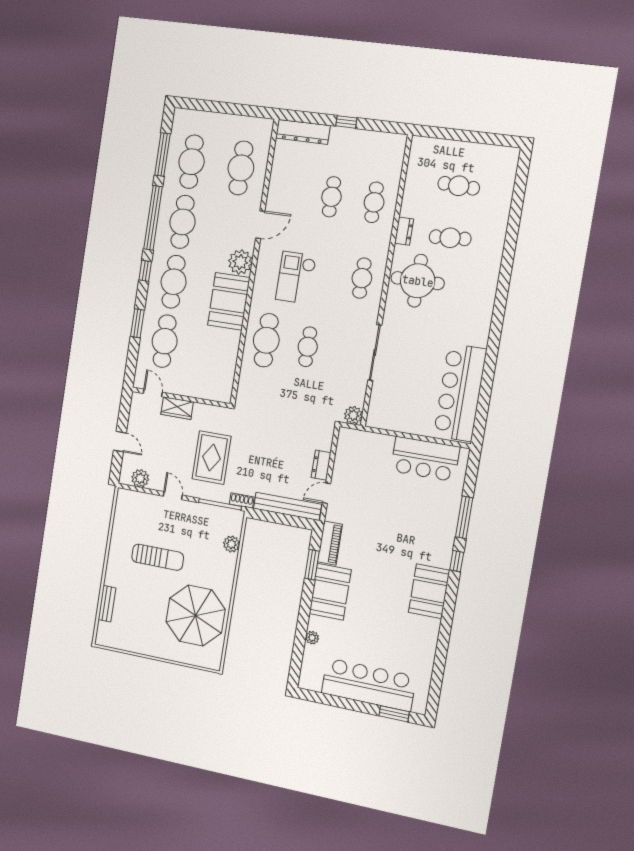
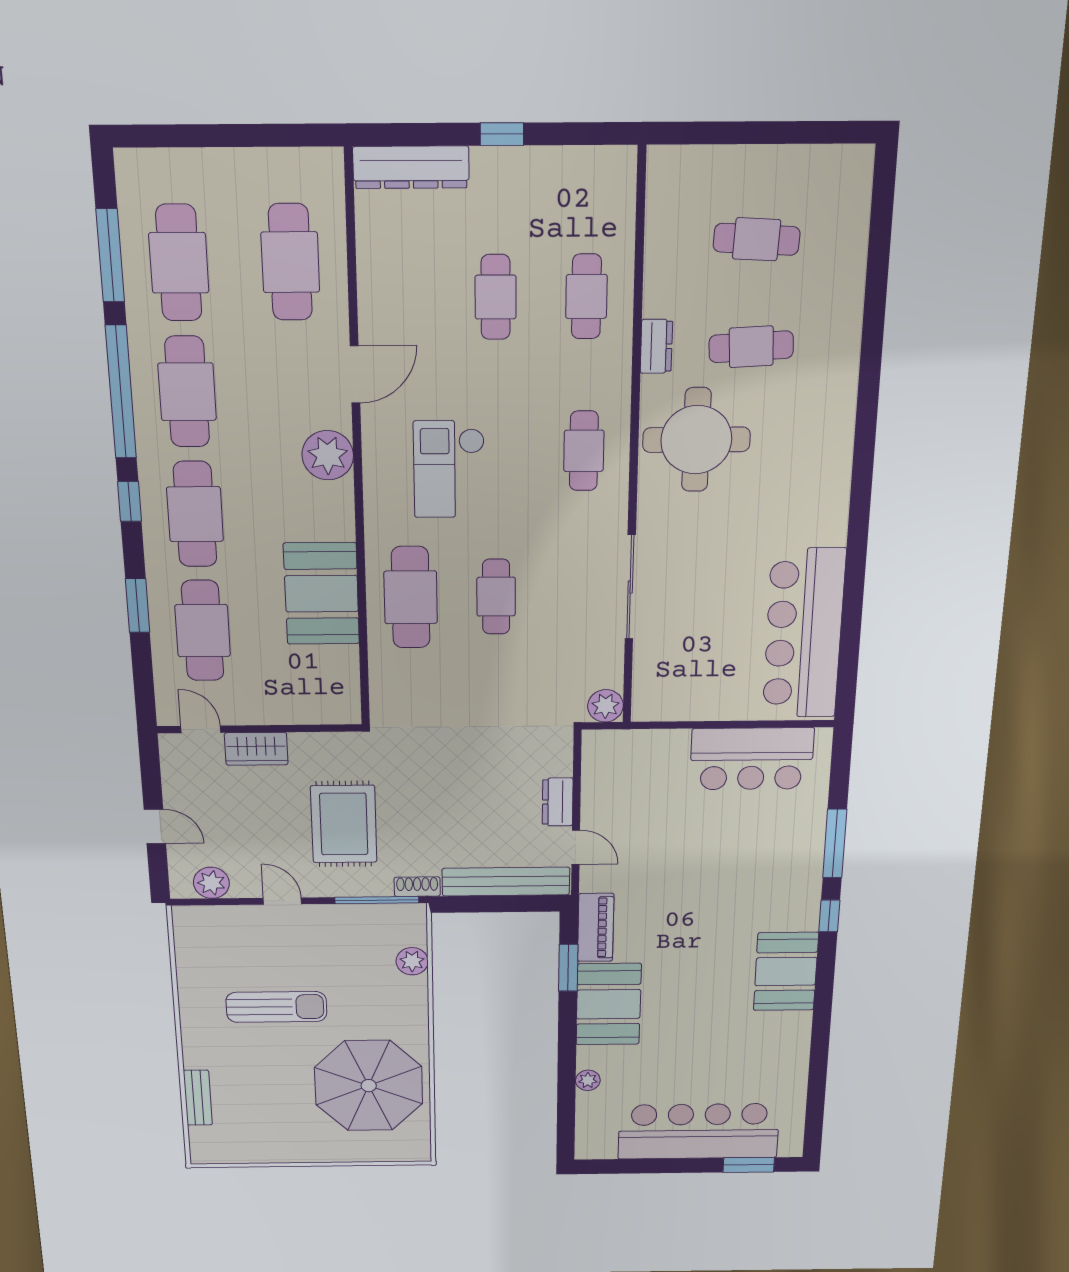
booth: (229, 301) -> (322, 594), moved
door: (326, 493) -> (576, 847), swing flipped

